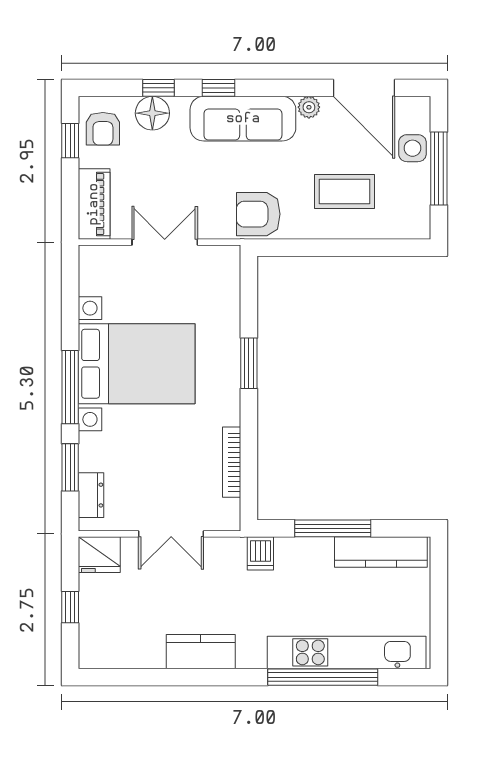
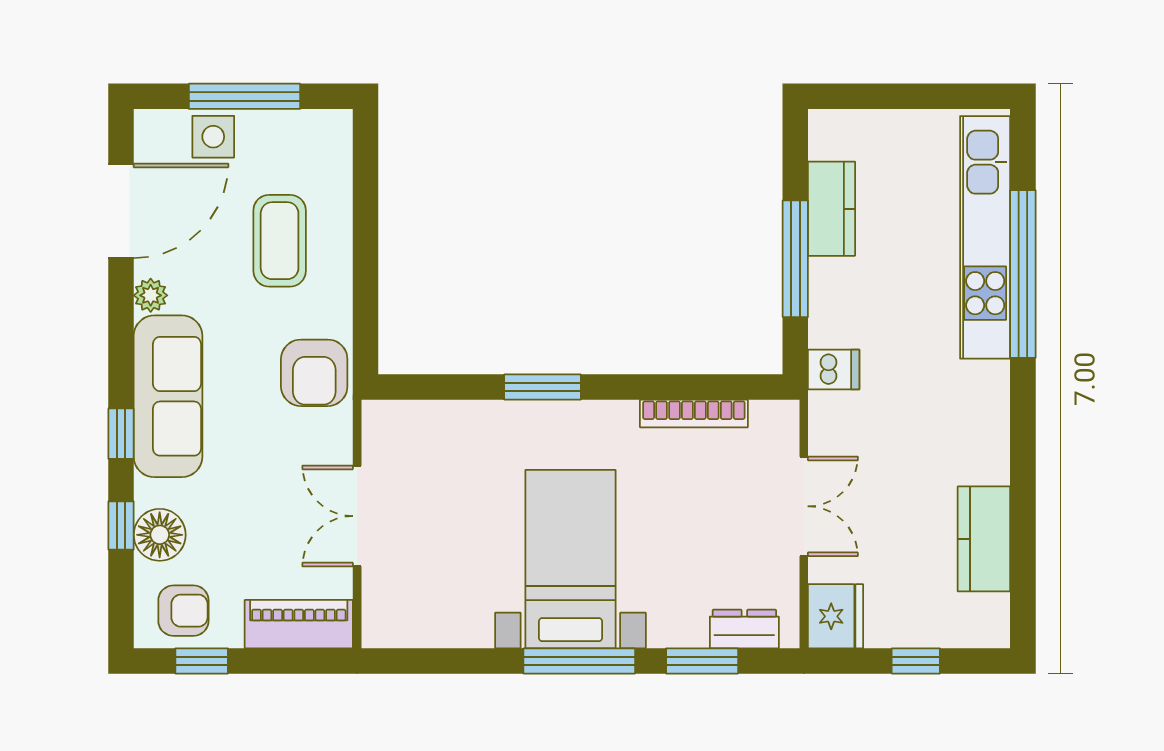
bed with nightstands: (137, 364) -> (570, 559), width x0.73
kitchen counter: (381, 552) -> (832, 209), width x0.67
kitchen counter: (201, 652) -> (984, 539), moved

